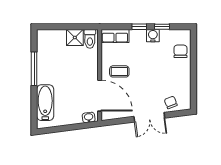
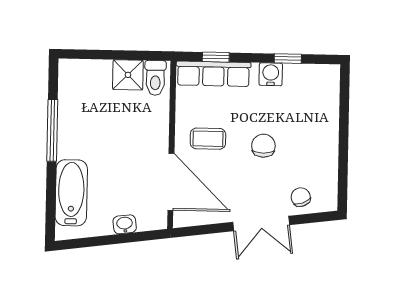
window: (139, 27) -> (216, 57), moved
row of seats: (115, 36) -> (213, 74), width x1.48
chair: (180, 51) -> (263, 146), moved
washbasin: (89, 117) -> (125, 224), moved

